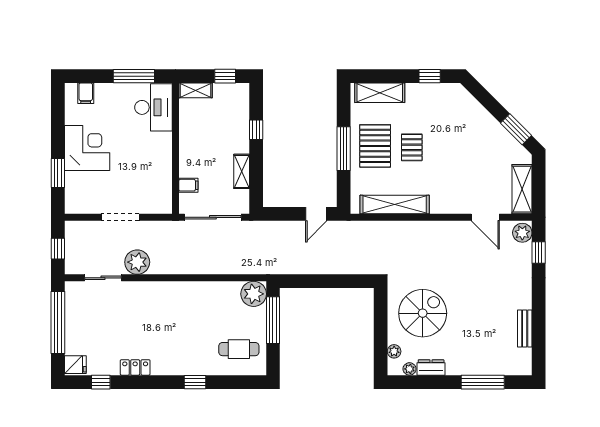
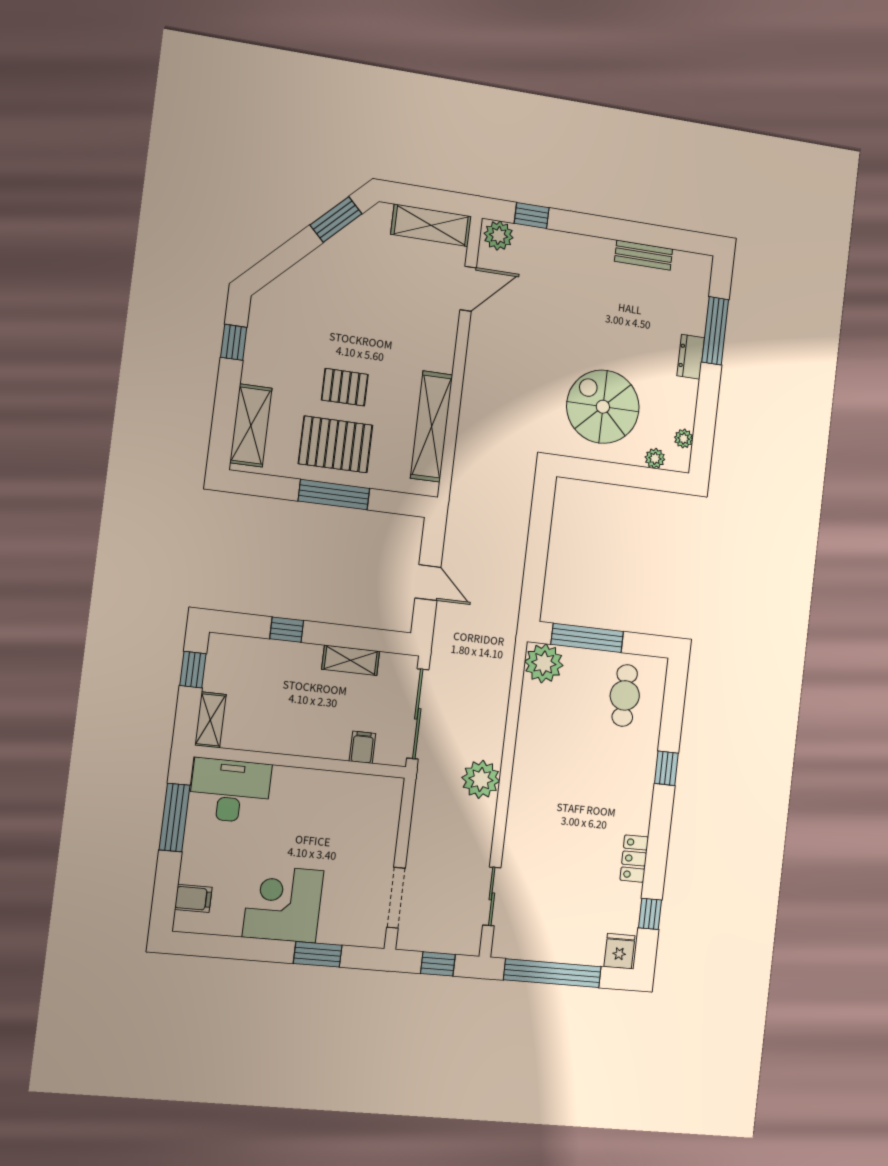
door: (316, 214) -> (428, 582), moved
doorway: (120, 217) -> (396, 898), moved
plant: (137, 262) -> (481, 779), moved
dresser: (431, 368) -> (691, 357), moved

